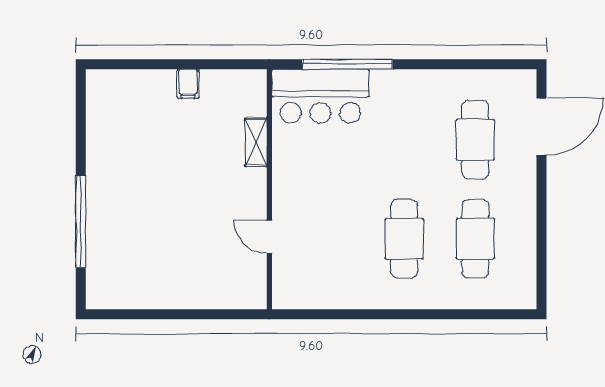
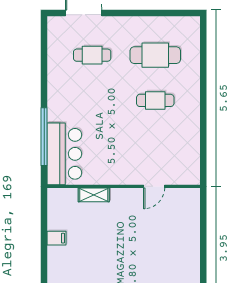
cafe table: (475, 140) -> (92, 55), width x0.73, depth x0.74
cafe table: (404, 239) -> (155, 100), width x0.73, depth x0.74

